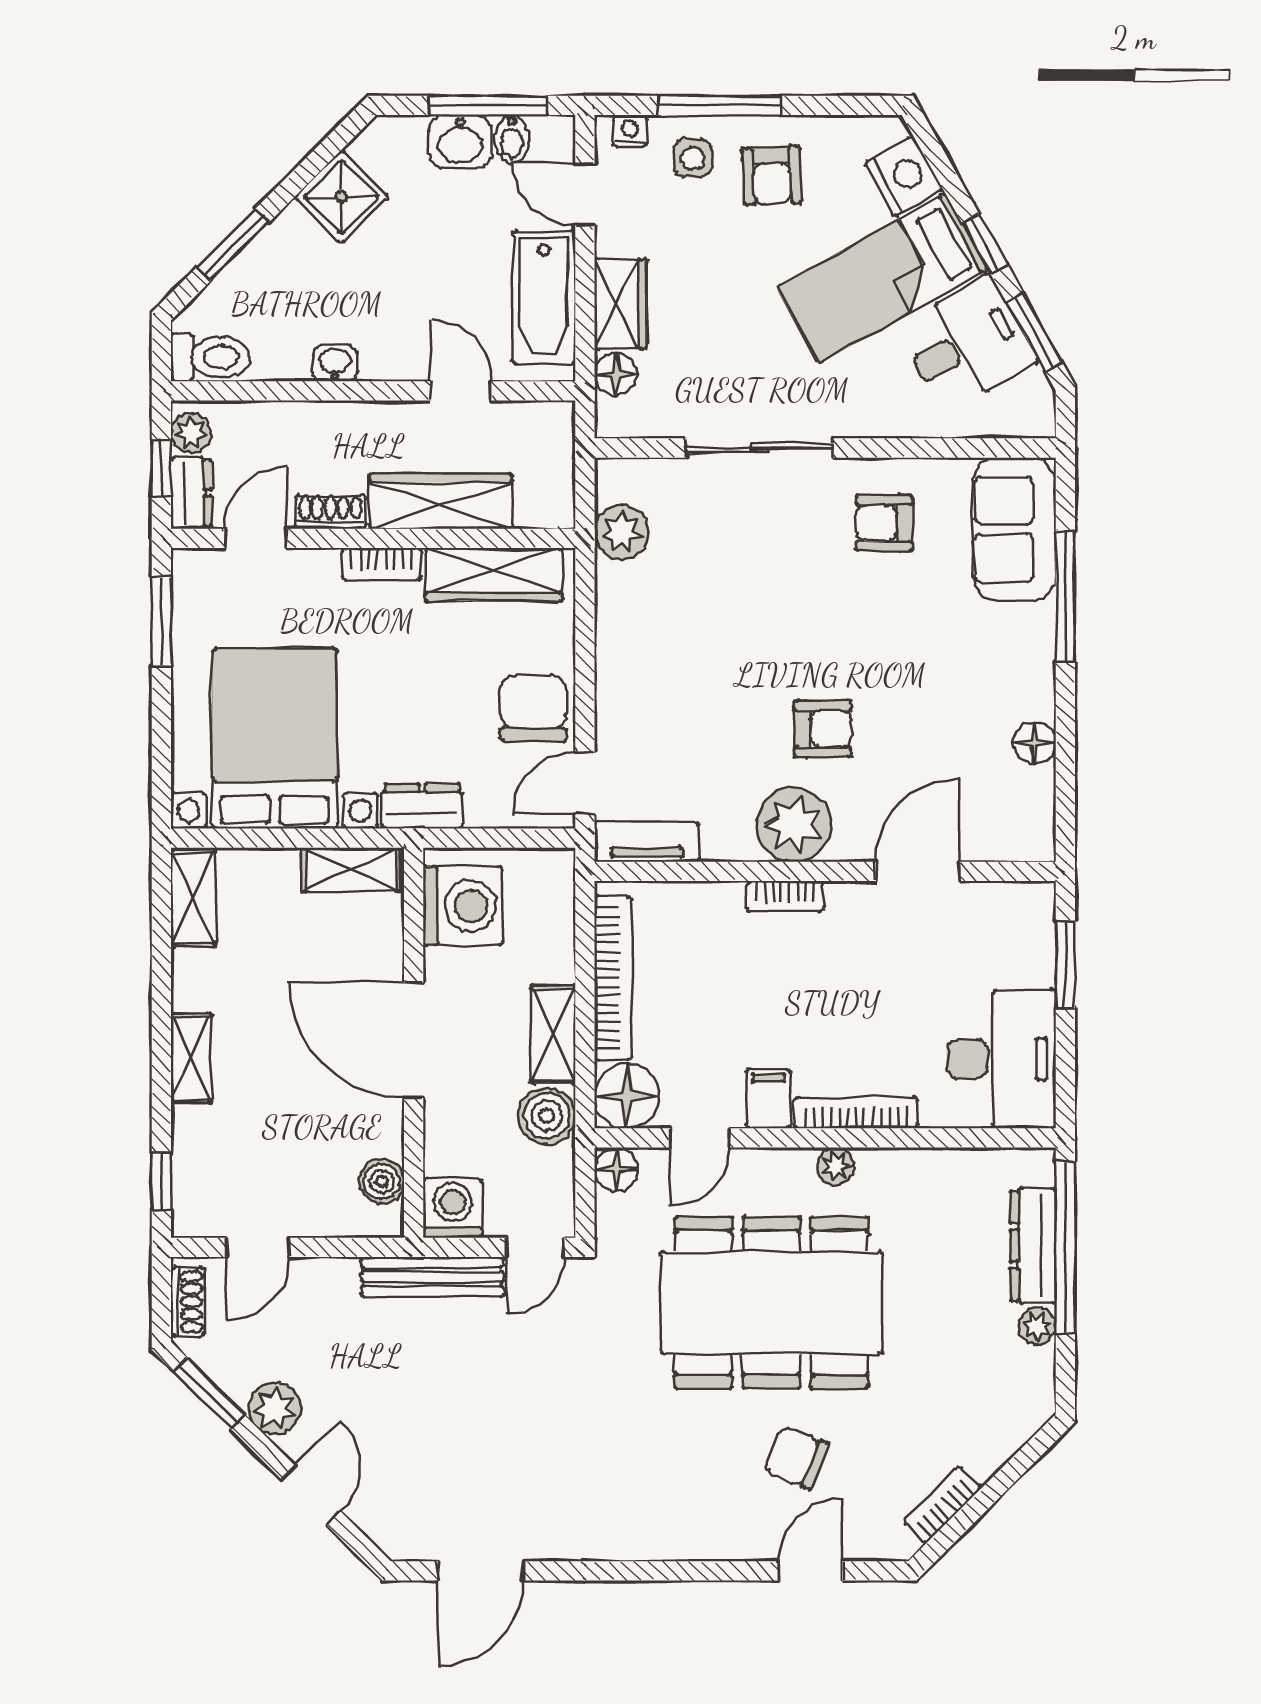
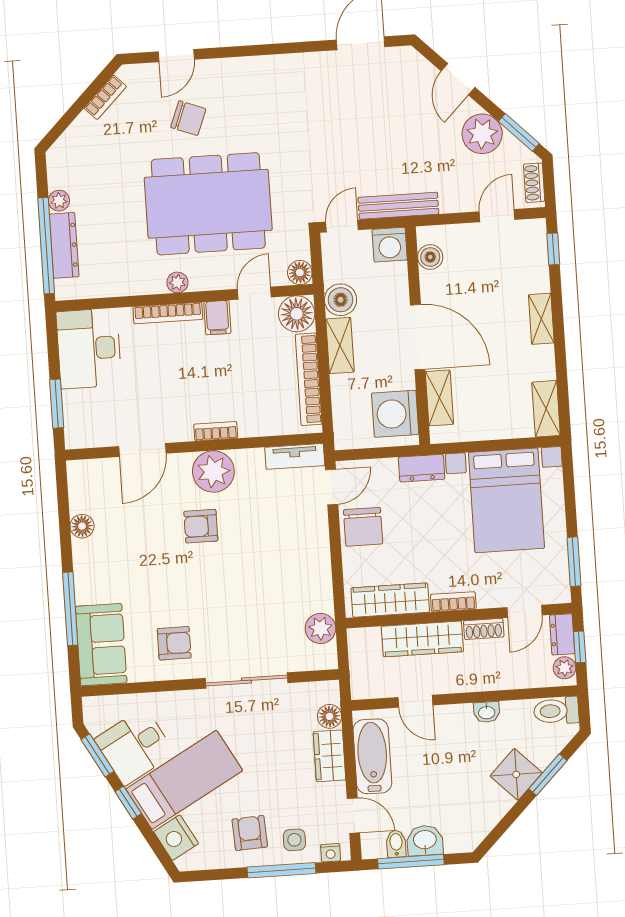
shower: (341, 197) -> (516, 774), moved
shelving: (351, 870) -> (439, 398), moved, turned 90
plant: (275, 1409) -> (482, 134), width x1.36, depth x1.36

